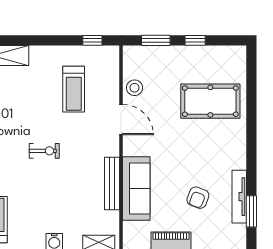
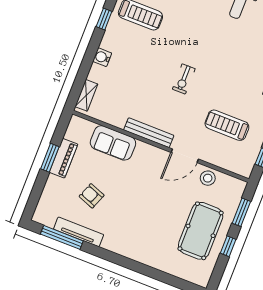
pool table: (210, 101) -> (201, 231), moved
bench: (112, 183) -> (149, 133), moved
sofa: (136, 188) -> (113, 143), width x0.73
window: (251, 211) -> (62, 237), width x1.44

